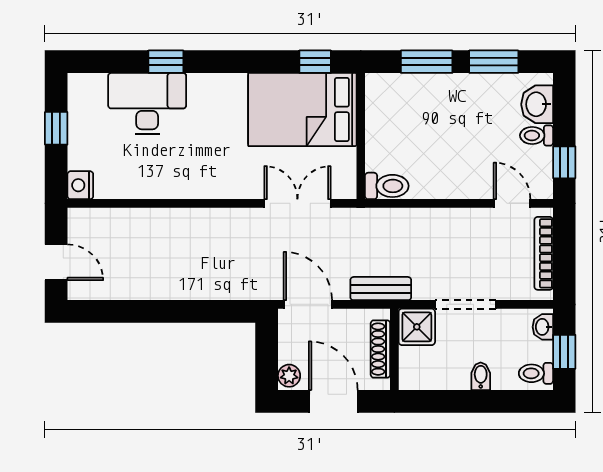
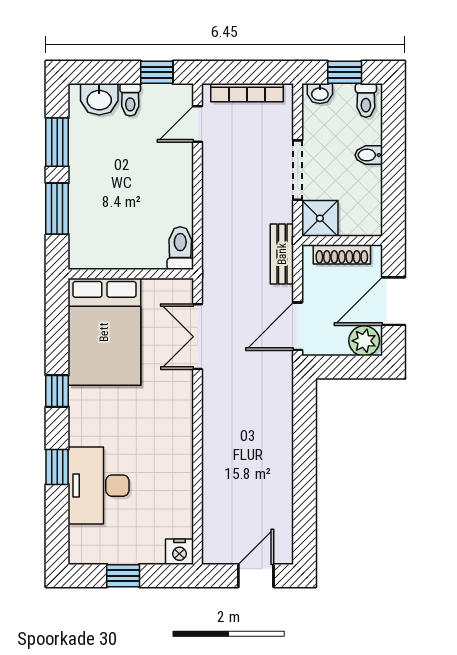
window: (315, 62) -> (57, 391), moved
plant: (289, 376) -> (364, 341), width x1.38, depth x1.38

